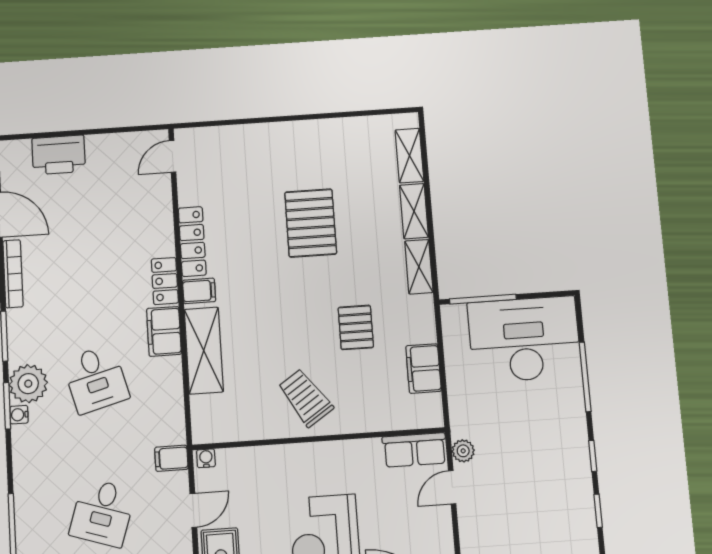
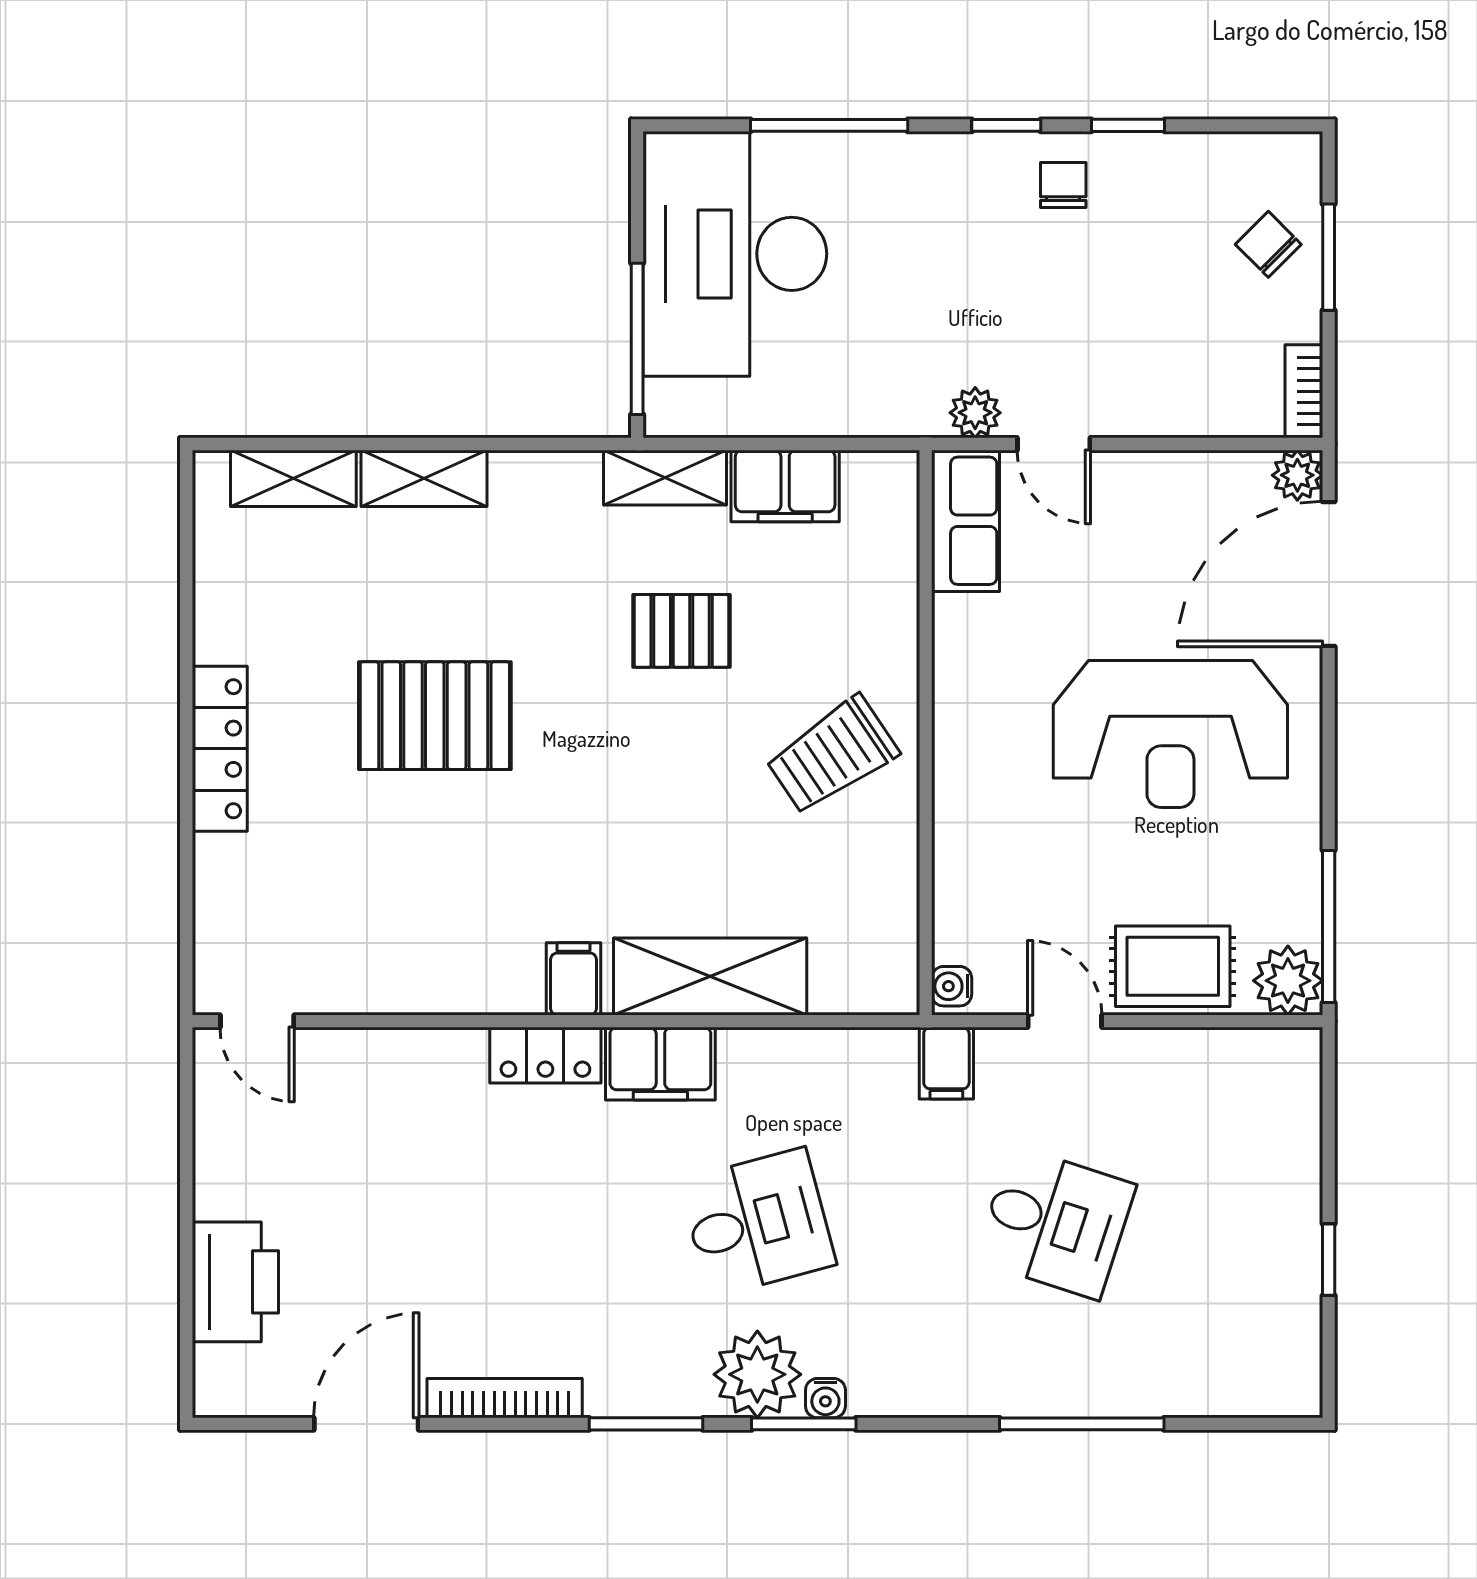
locker: (192, 242) -> (220, 749), moved, turned 90
shelving: (419, 267) -> (665, 478), moved
chair: (569, 483) -> (1063, 185), added

